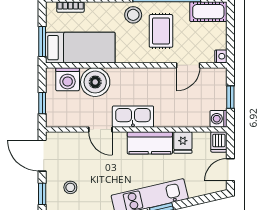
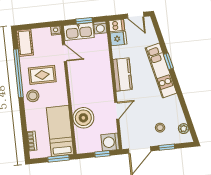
washing machine: (68, 79) -> (110, 142), moved, turned 180
kitchen sink: (133, 117) -> (79, 32), moved, turned -90
fridge: (183, 142) -> (118, 39), moved

